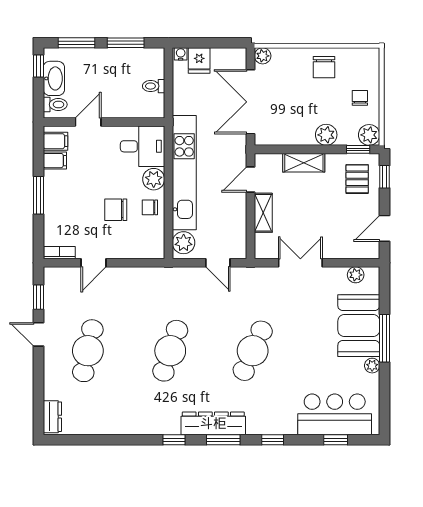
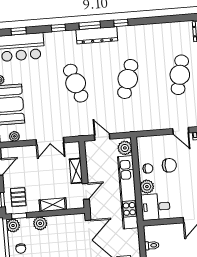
door: (94, 263) -> (181, 131), swing flipped
cafe table: (253, 351) -> (76, 83), turned -42

